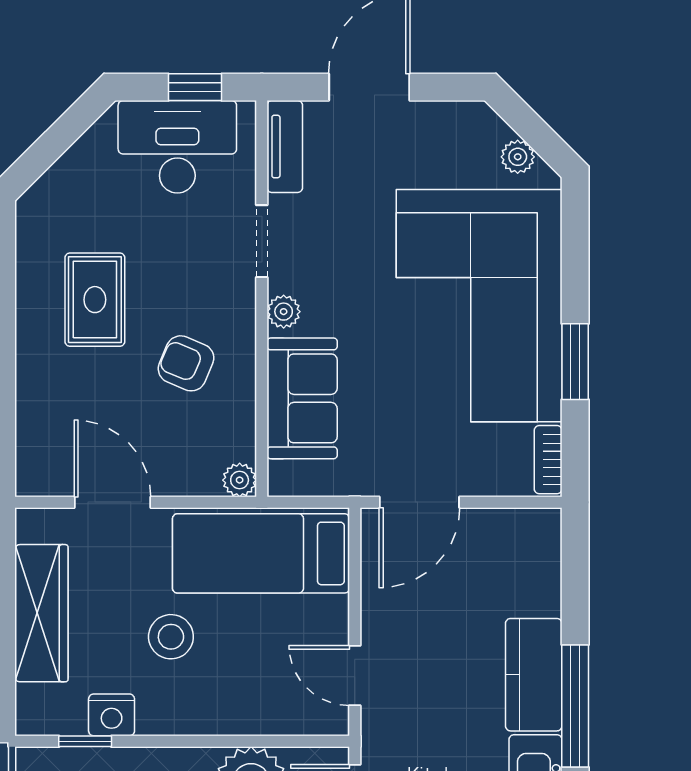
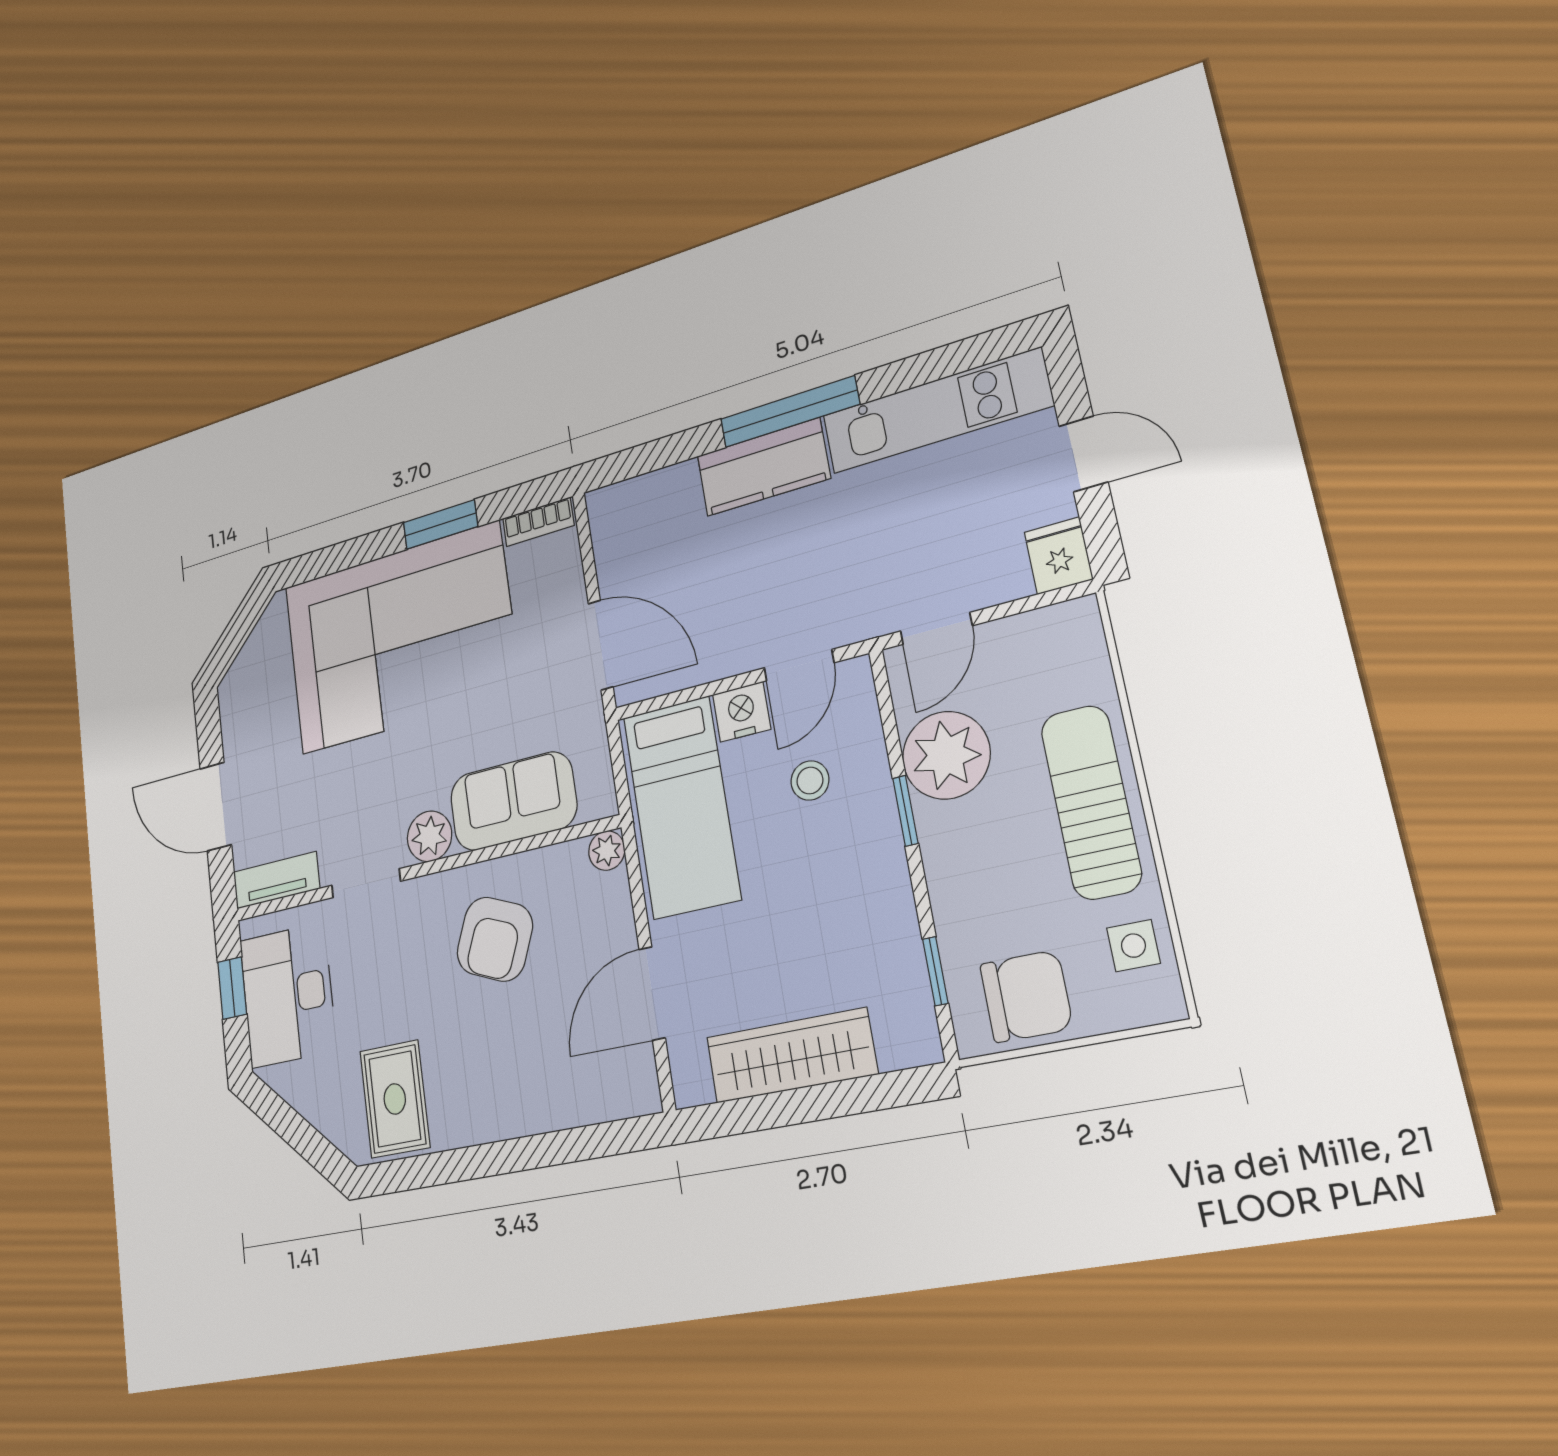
plant: (518, 157) -> (262, 640), removed
rug: (95, 300) -> (395, 1099), moved, turned 90
plant: (284, 312) -> (429, 836), width x1.38, depth x1.38
armchair: (186, 363) -> (495, 939), width x1.38, depth x1.38
stool: (171, 637) -> (810, 781), moved, width x0.73, depth x0.73
nightstand: (112, 715) -> (742, 712), moved, turned -90
window: (215, 741) -> (905, 811), added

